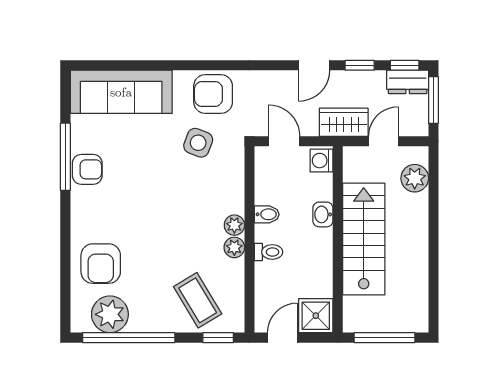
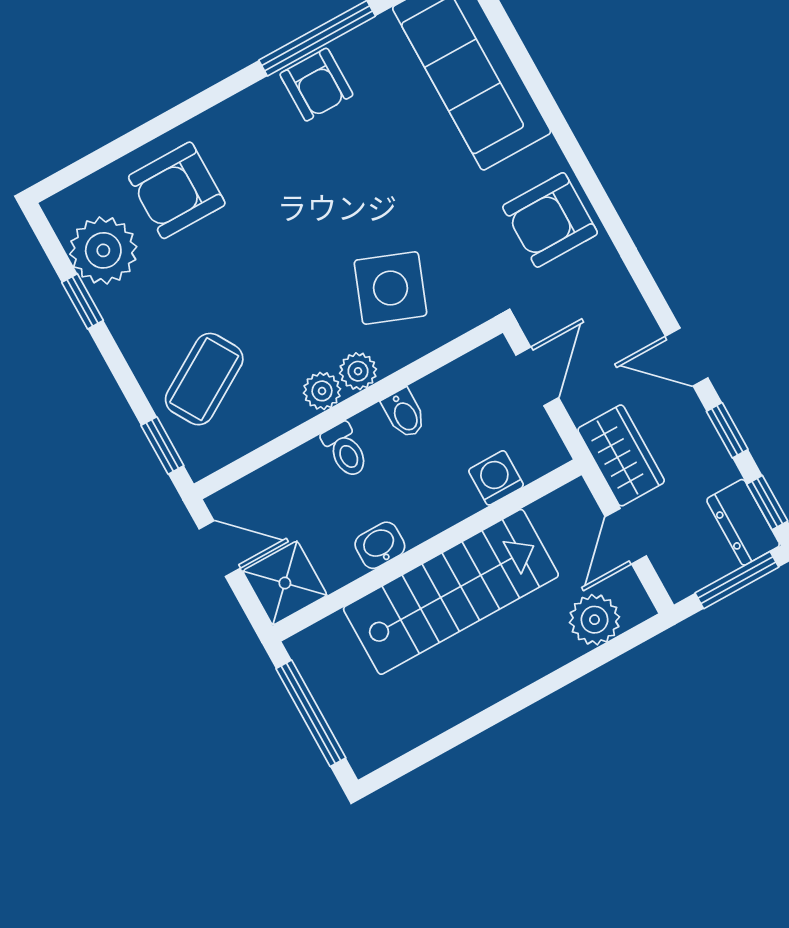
armchair: (213, 94) -> (550, 220), turned -90
door: (383, 141) -> (626, 536), swing flipped
side table: (198, 143) -> (390, 288), moved, width x1.37, depth x1.37
washing machine: (321, 161) -> (496, 478), moved
washbasin: (323, 214) -> (380, 545), moved
window: (129, 338) -> (83, 301), width x0.32

